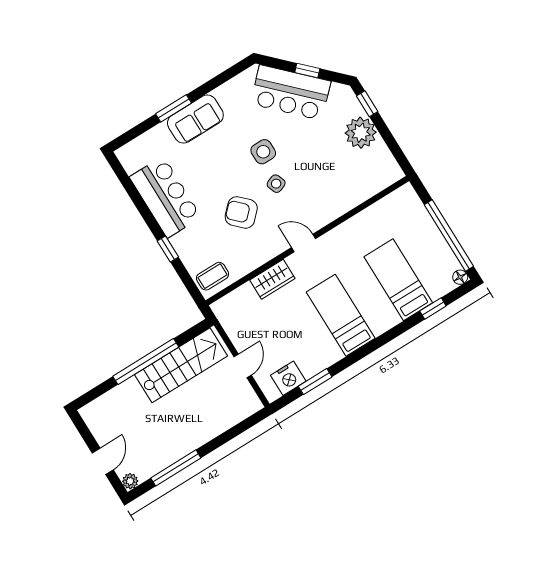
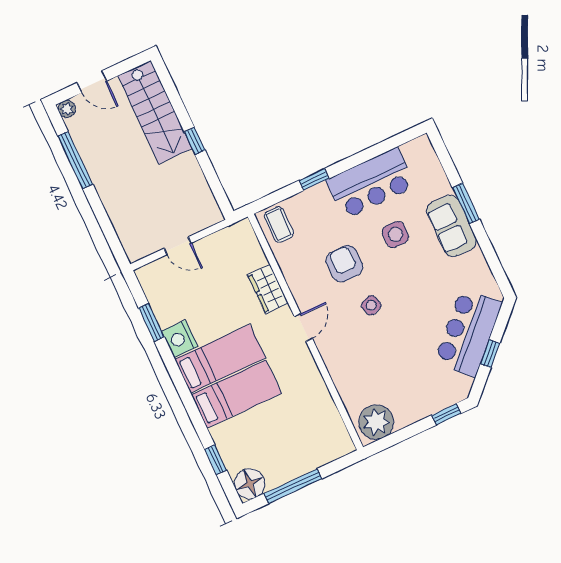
plant: (361, 133) -> (376, 422), moved
side table: (263, 152) -> (395, 234), moved
armchair: (241, 212) -> (344, 264), turned -45
window: (449, 236) -> (293, 486), width x0.68
floor lamp: (460, 277) -> (250, 484), width x1.89, depth x1.89
bed: (398, 280) -> (236, 394), moved
window: (146, 362) -> (195, 141), width x0.32
stairs: (181, 365) -> (155, 112), moved
nightstand: (288, 378) -> (180, 339), moved

